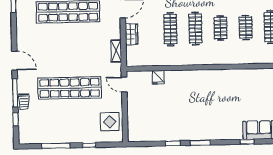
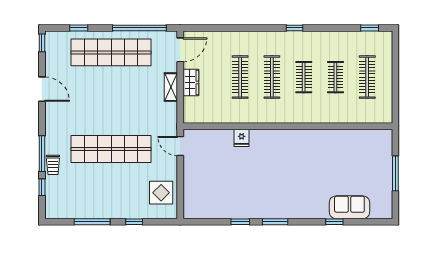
shelving: (116, 51) -> (171, 87), moved
door: (15, 61) -> (42, 89), moved
fridge: (158, 77) -> (242, 138), moved

